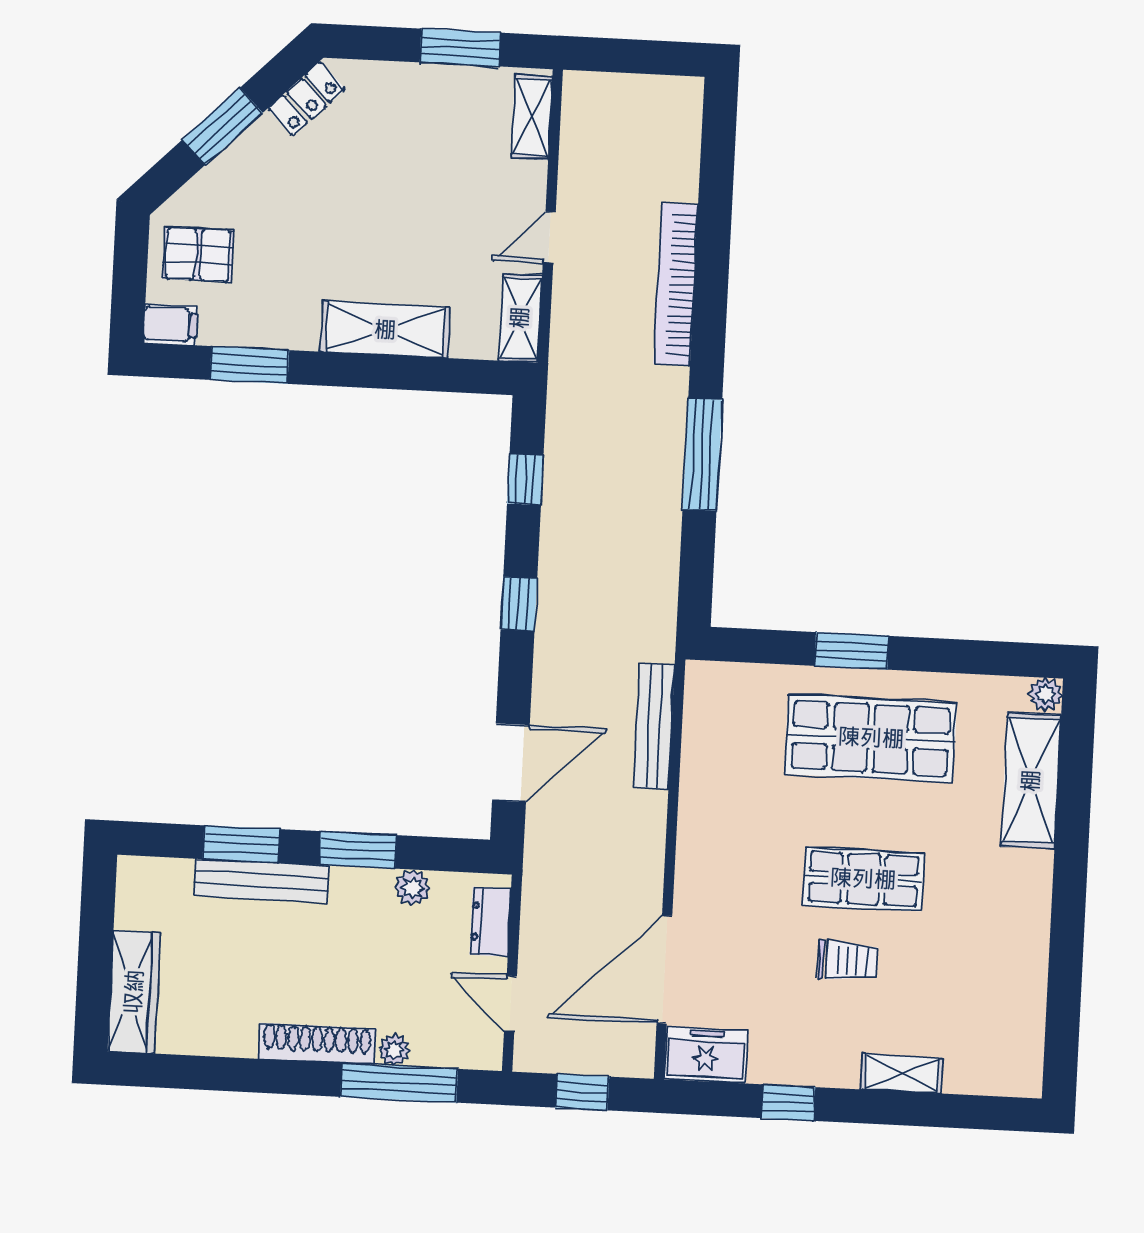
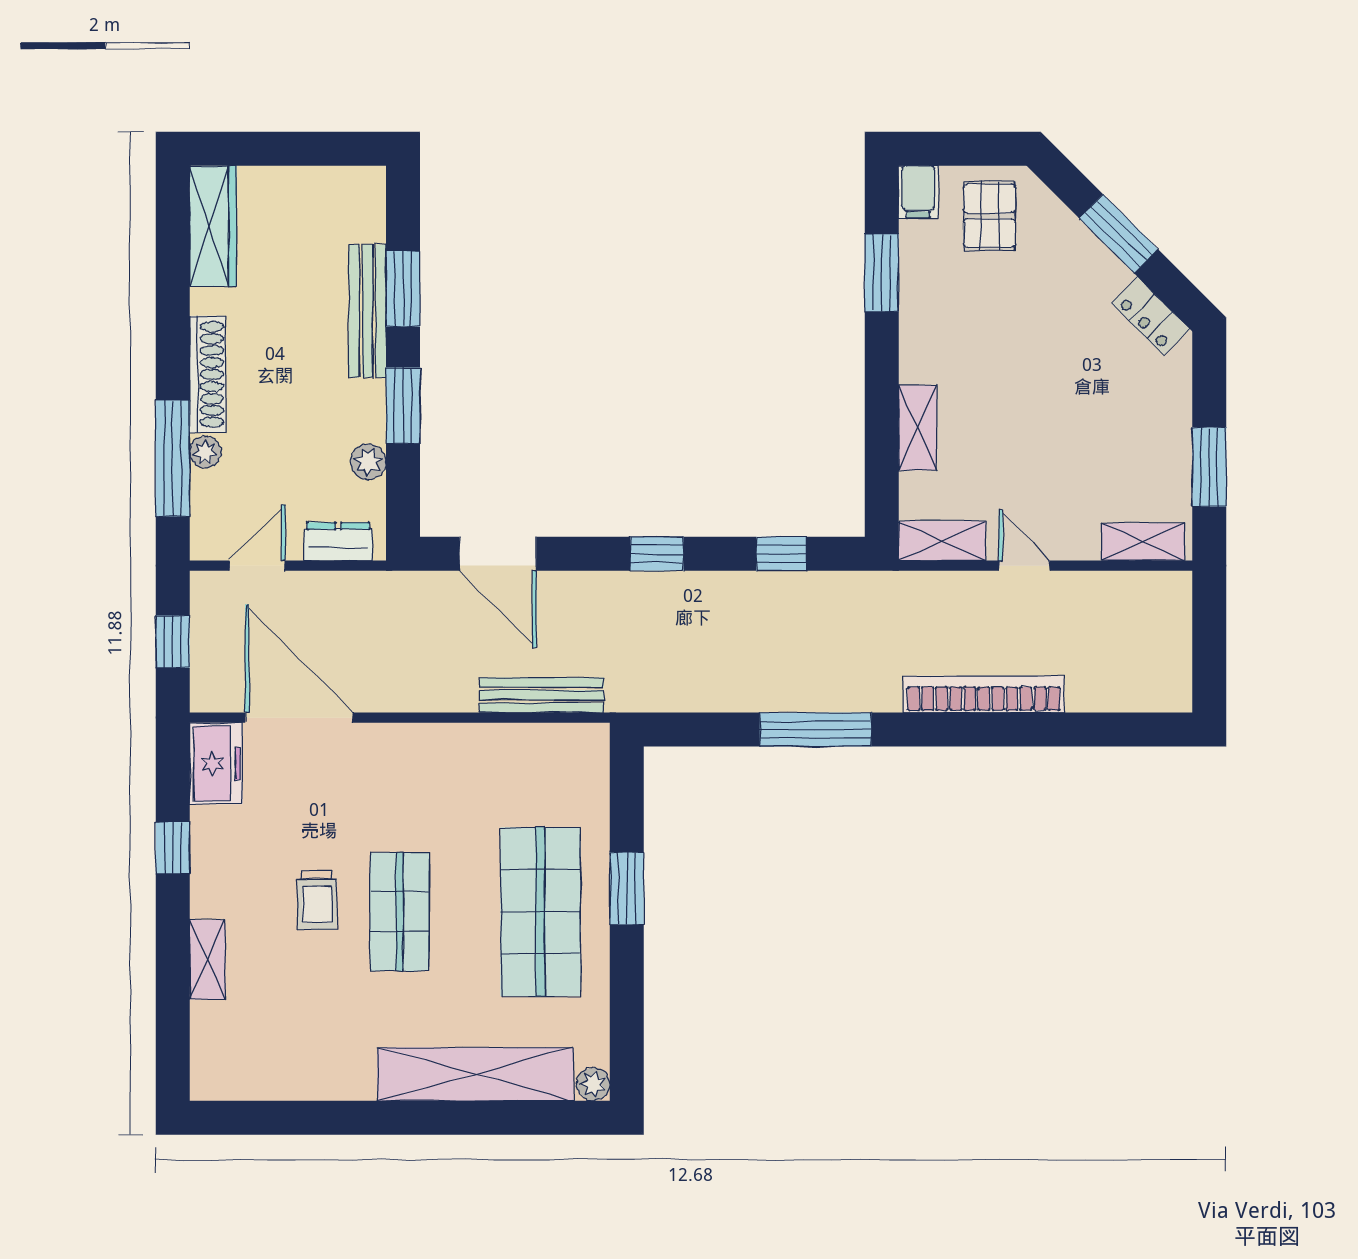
shelving: (385, 330) -> (918, 428), width x0.67, depth x0.75
shelving: (1031, 781) -> (475, 1074), width x1.47
wardrobe: (134, 992) -> (213, 226), moved, turned -90

